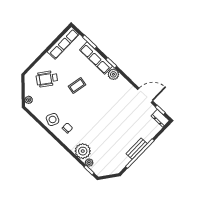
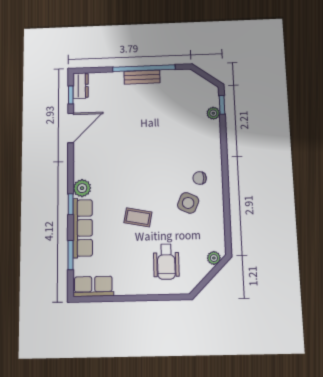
row of seats: (63, 43) -> (93, 286), width x0.68
wheelchair: (47, 79) -> (166, 262), turned 53
door: (145, 95) -> (71, 128), swing flipped
side table: (53, 119) -> (188, 203), moved
plant: (83, 151) -> (208, 133), removed

